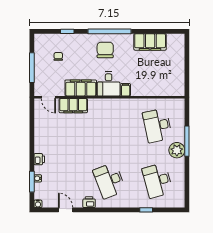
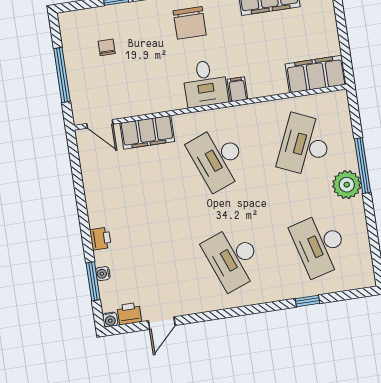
chair: (105, 50) -> (190, 23), turned 180
filing cabinet: (81, 88) -> (316, 74), moved
desk: (109, 125) -> (218, 158), added
desk: (157, 125) -> (305, 145), turned 36
printer: (89, 202) -> (129, 314), moved
door: (66, 210) -> (162, 323), swing flipped

